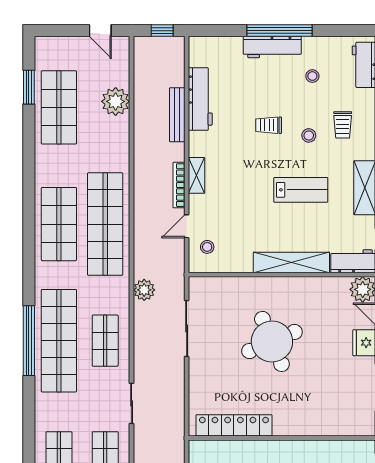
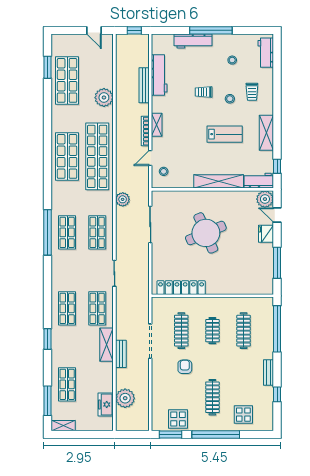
workbench: (272, 47) -> (193, 41), moved
plant: (116, 101) -> (104, 98), moved
shop shelf: (59, 341) -> (67, 232), width x0.50, depth x0.74

